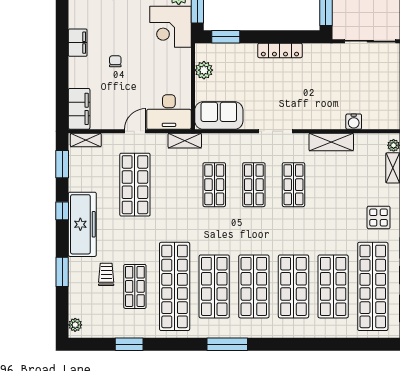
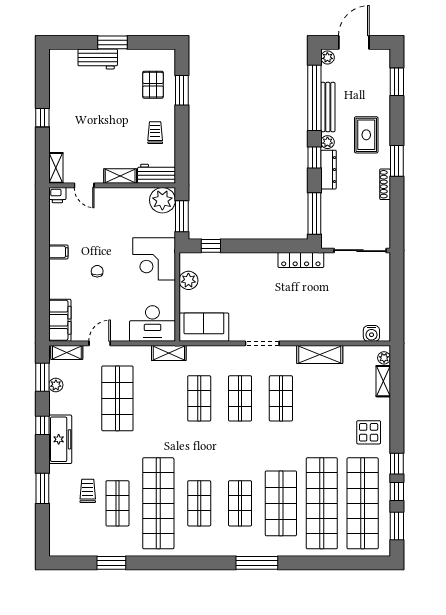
corner desk: (170, 27) -> (154, 259), moved
window: (226, 37) -> (211, 246), width x0.67
filing cabinet: (78, 43) -> (58, 252), width x0.50
locker: (280, 50) -> (301, 260), moved
water cooler: (354, 122) -> (371, 333), moved
door: (135, 131) -> (100, 343), moved
freezer: (82, 224) -> (60, 439), width x0.73, depth x0.79
shop shelf: (214, 286) -> (199, 503), width x0.70, depth x0.74
shop shelf: (254, 286) -> (240, 503), width x0.70, depth x0.74
shop shelf: (333, 286) -> (322, 503), width x1.40
plant: (75, 325) -> (56, 385), moved
window: (227, 344) -> (257, 563), moved

